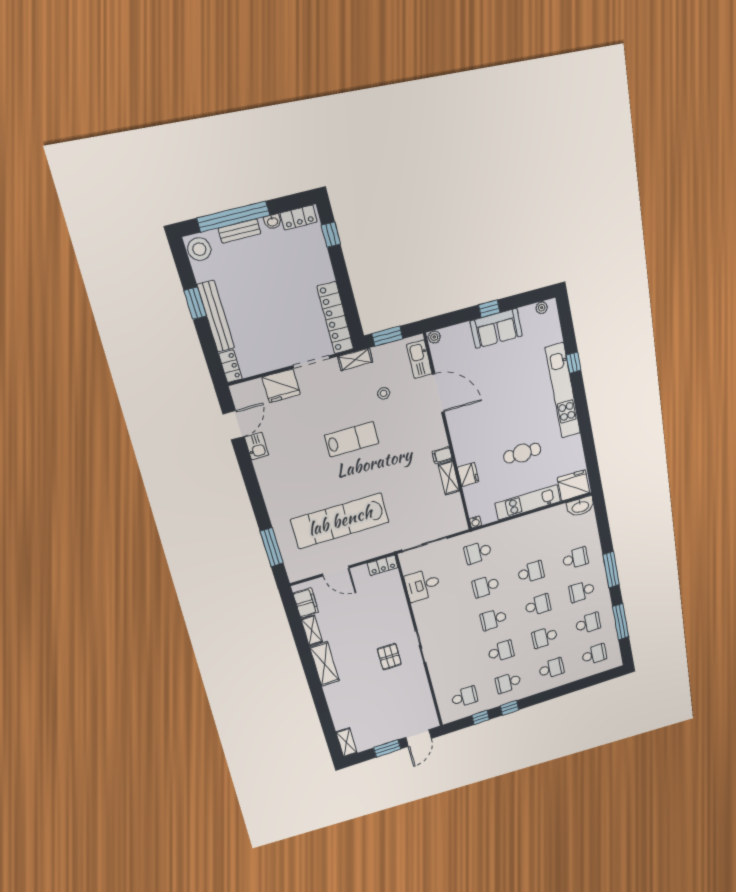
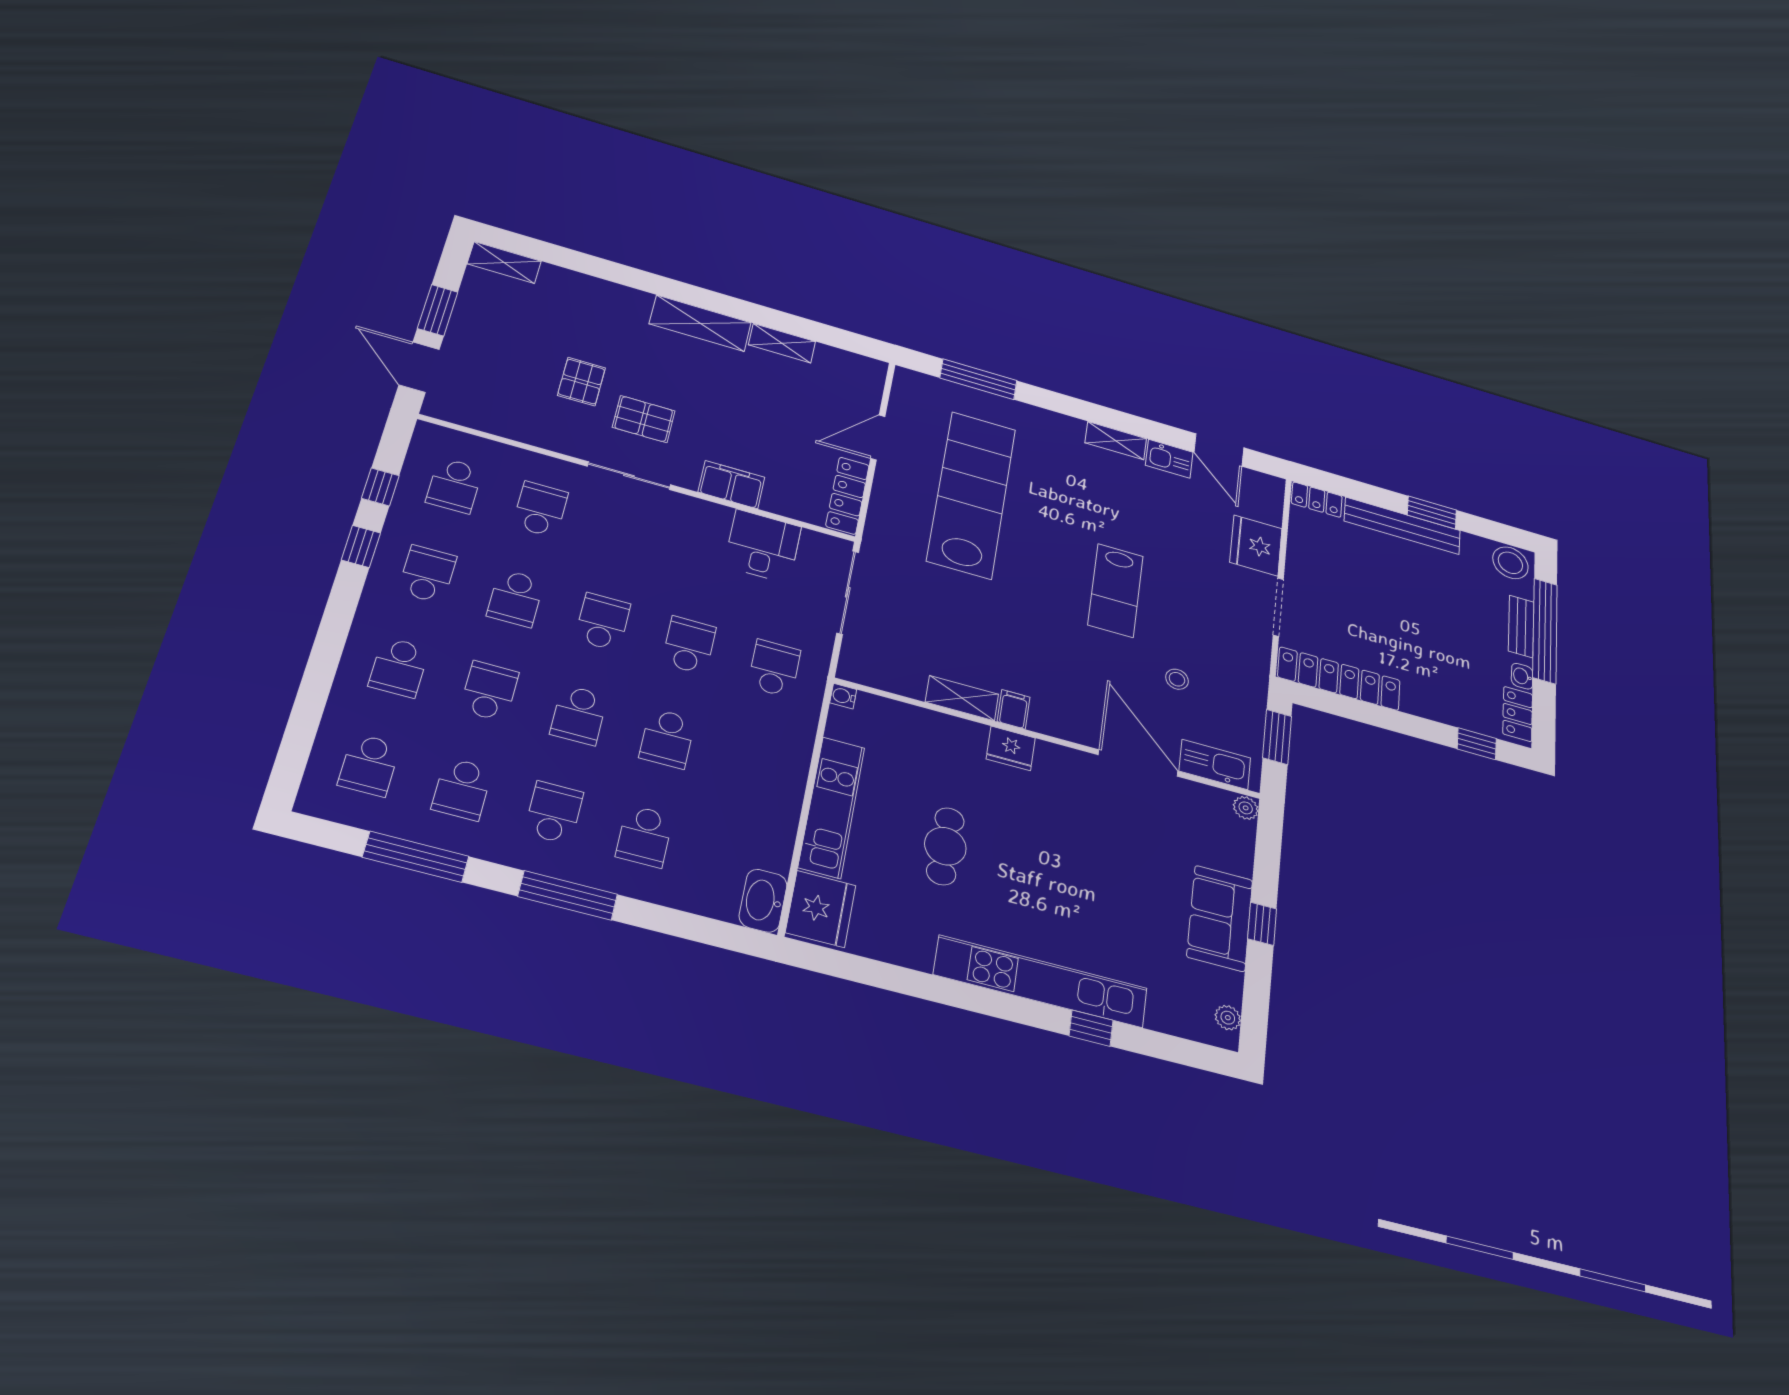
shelving: (355, 359) -> (1116, 441), moved, turned 90
door: (438, 393) -> (1138, 763), swing flipped
fridge: (468, 474) -> (1011, 748), moved
locker: (383, 565) -> (848, 496), width x1.53
filing cabinet: (306, 603) -> (731, 485), moved, turned 180
school desk: (457, 666) -> (540, 509), added
pallet: (386, 686) -> (581, 382), added

